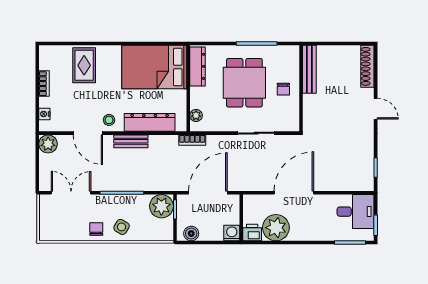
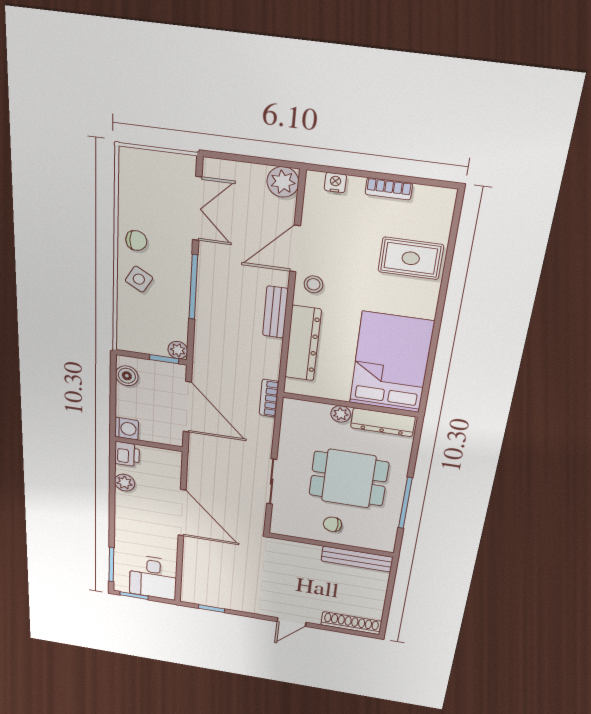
plant: (196, 115) -> (341, 414), moved
plant: (161, 206) -> (178, 350), width x0.53, depth x0.53
plant: (276, 228) -> (125, 483), width x0.53, depth x0.53

